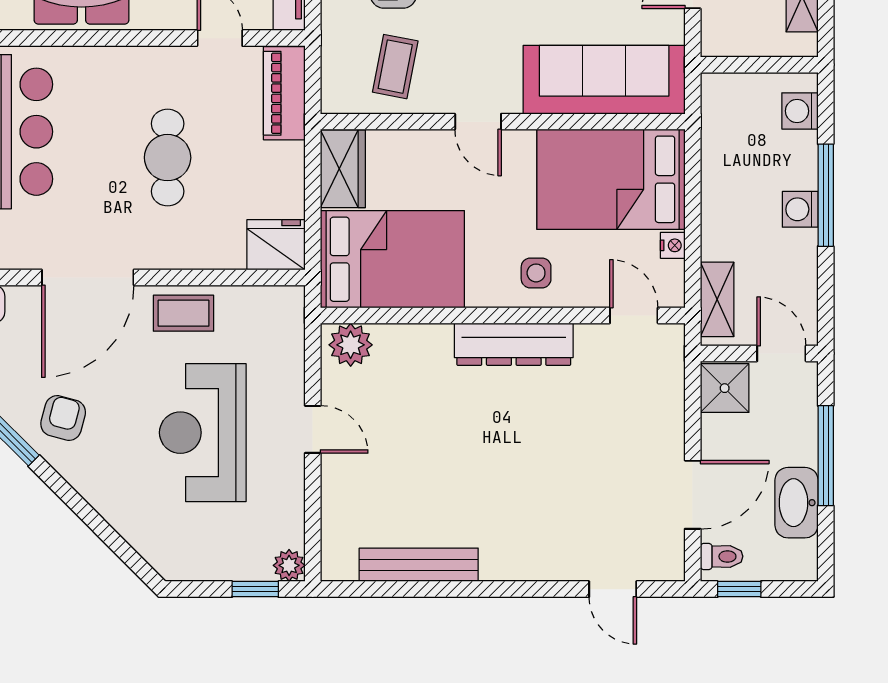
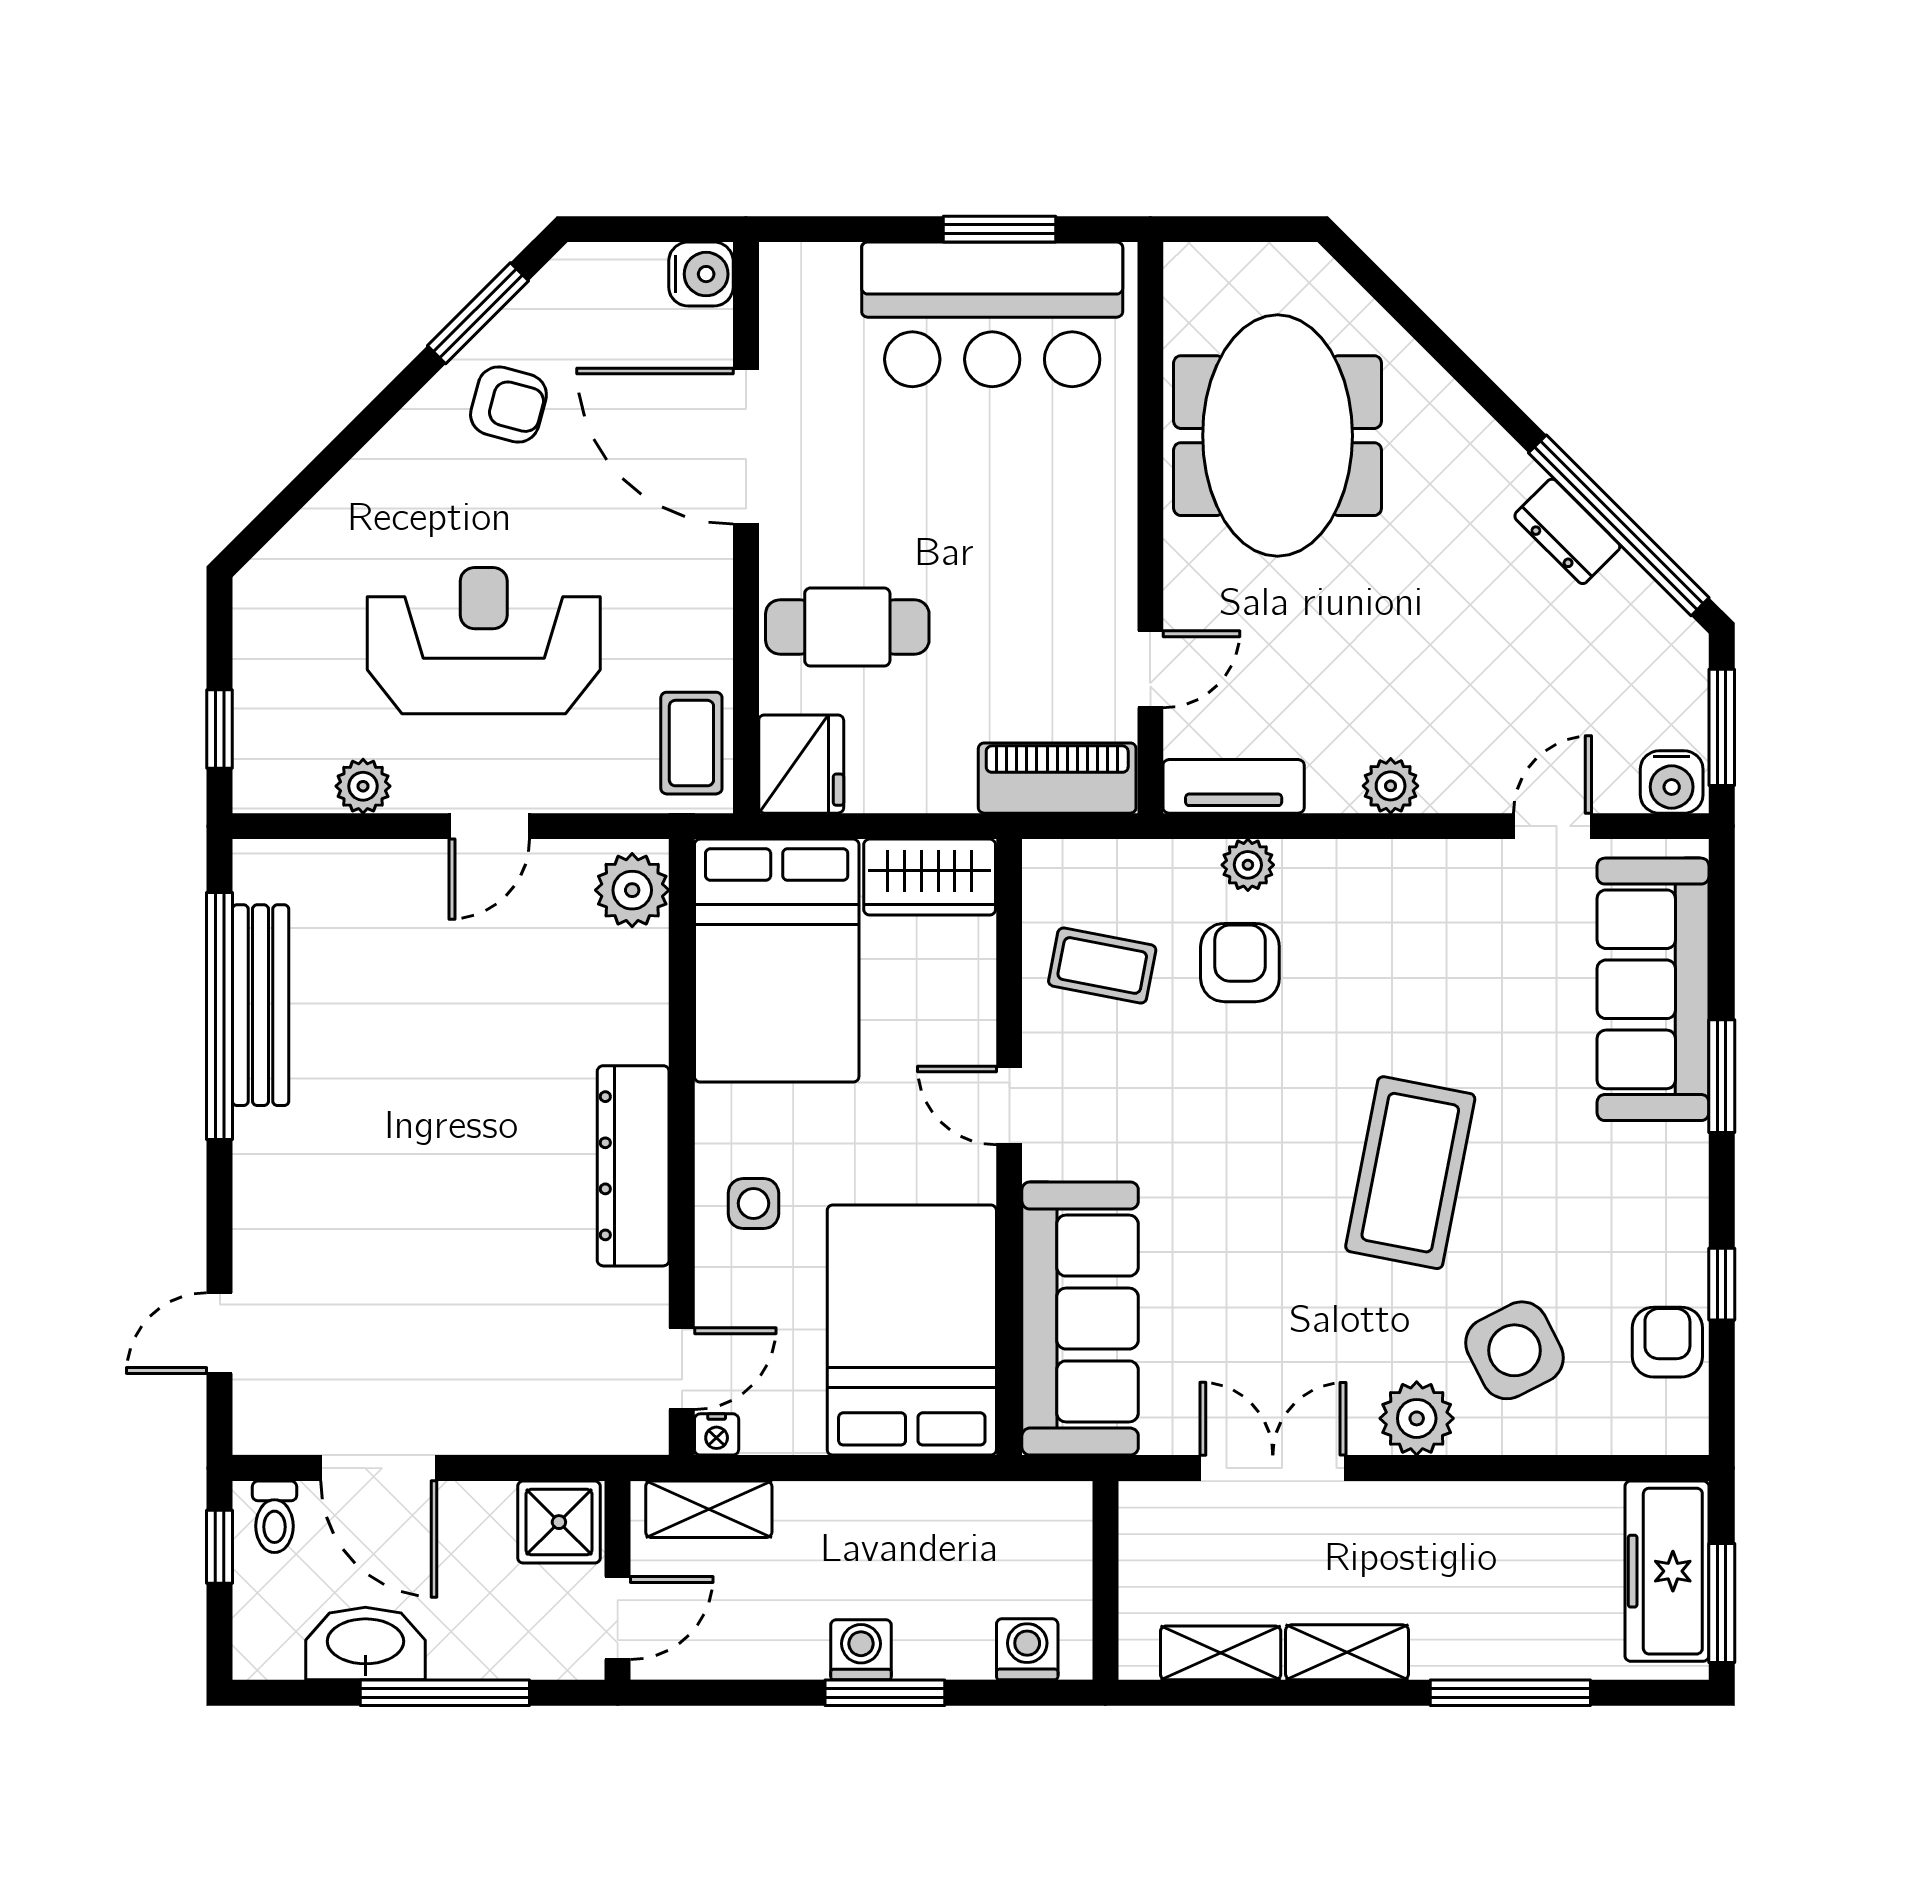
door: (478, 122) -> (1009, 1106), hinge flipped
cafe table: (168, 158) -> (847, 627), moved
window: (826, 195) -> (885, 1693), width x0.69
nightstand: (673, 245) -> (717, 1434), moved
coffee table: (183, 313) -> (691, 743), moved
plant: (289, 565) -> (363, 786), moved
window: (425, 589) -> (220, 1016), added

